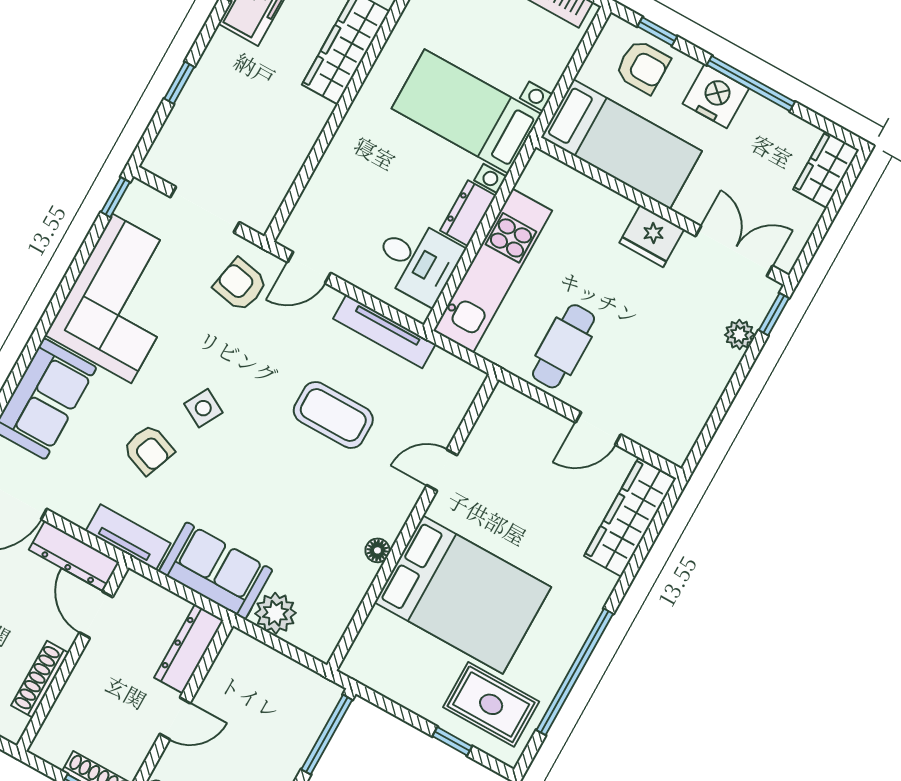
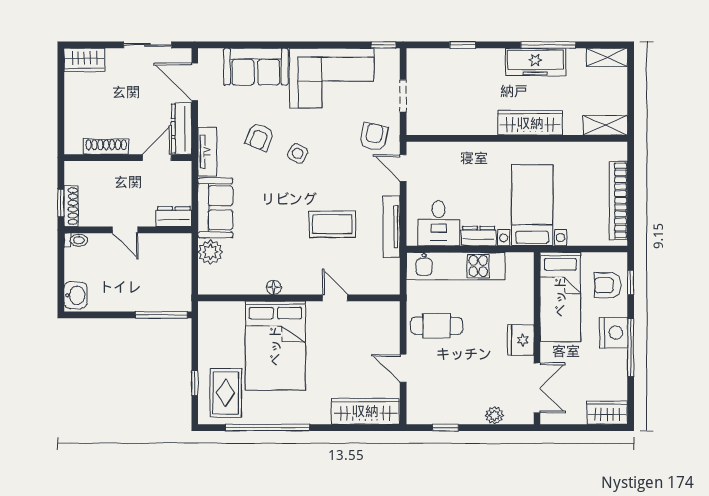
armchair: (643, 67) -> (608, 285), turned 90
doorway: (205, 210) -> (403, 96), width x0.73
window: (774, 314) -> (445, 428), moved
coffee table: (333, 415) -> (332, 224), turned 90
dresser: (189, 649) -> (174, 217), width x0.70

